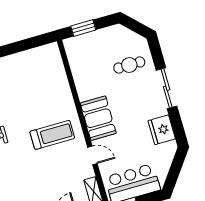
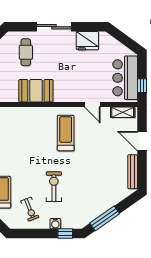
booth: (98, 118) -> (36, 91), moved
door: (92, 155) -> (92, 105), swing flipped

